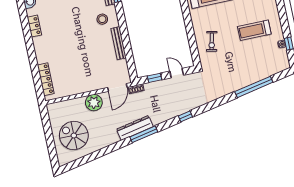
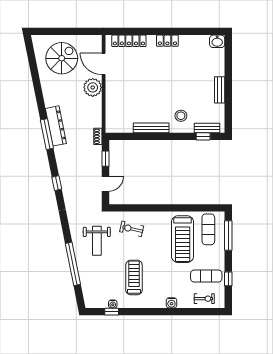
locker: (34, 26) -> (167, 41), moved
weight bench: (229, 70) -> (97, 241), added
door: (117, 87) -> (104, 64), moved

